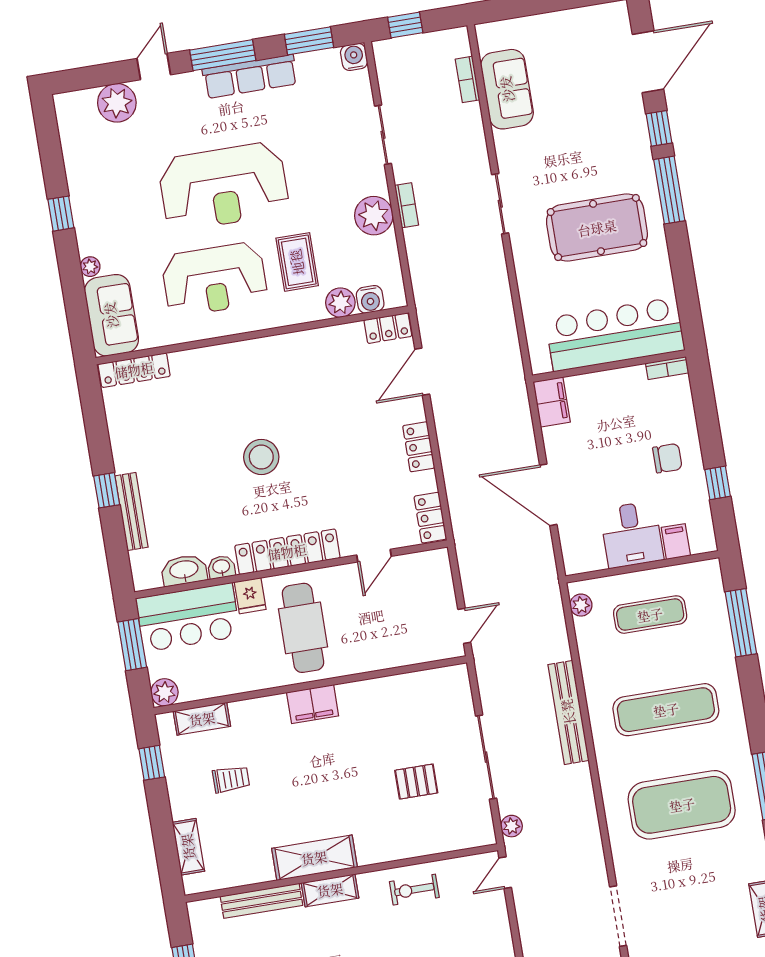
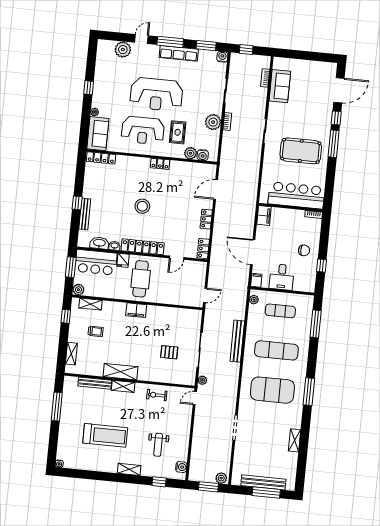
locker: (388, 328) -> (160, 164), moved
filing cabinet: (676, 542) -> (256, 280), moved

